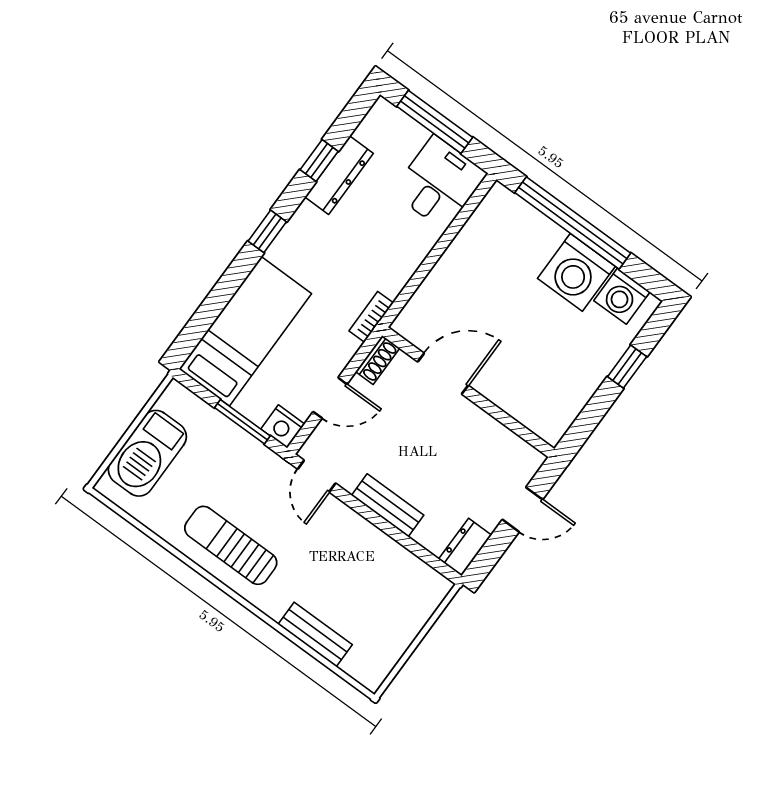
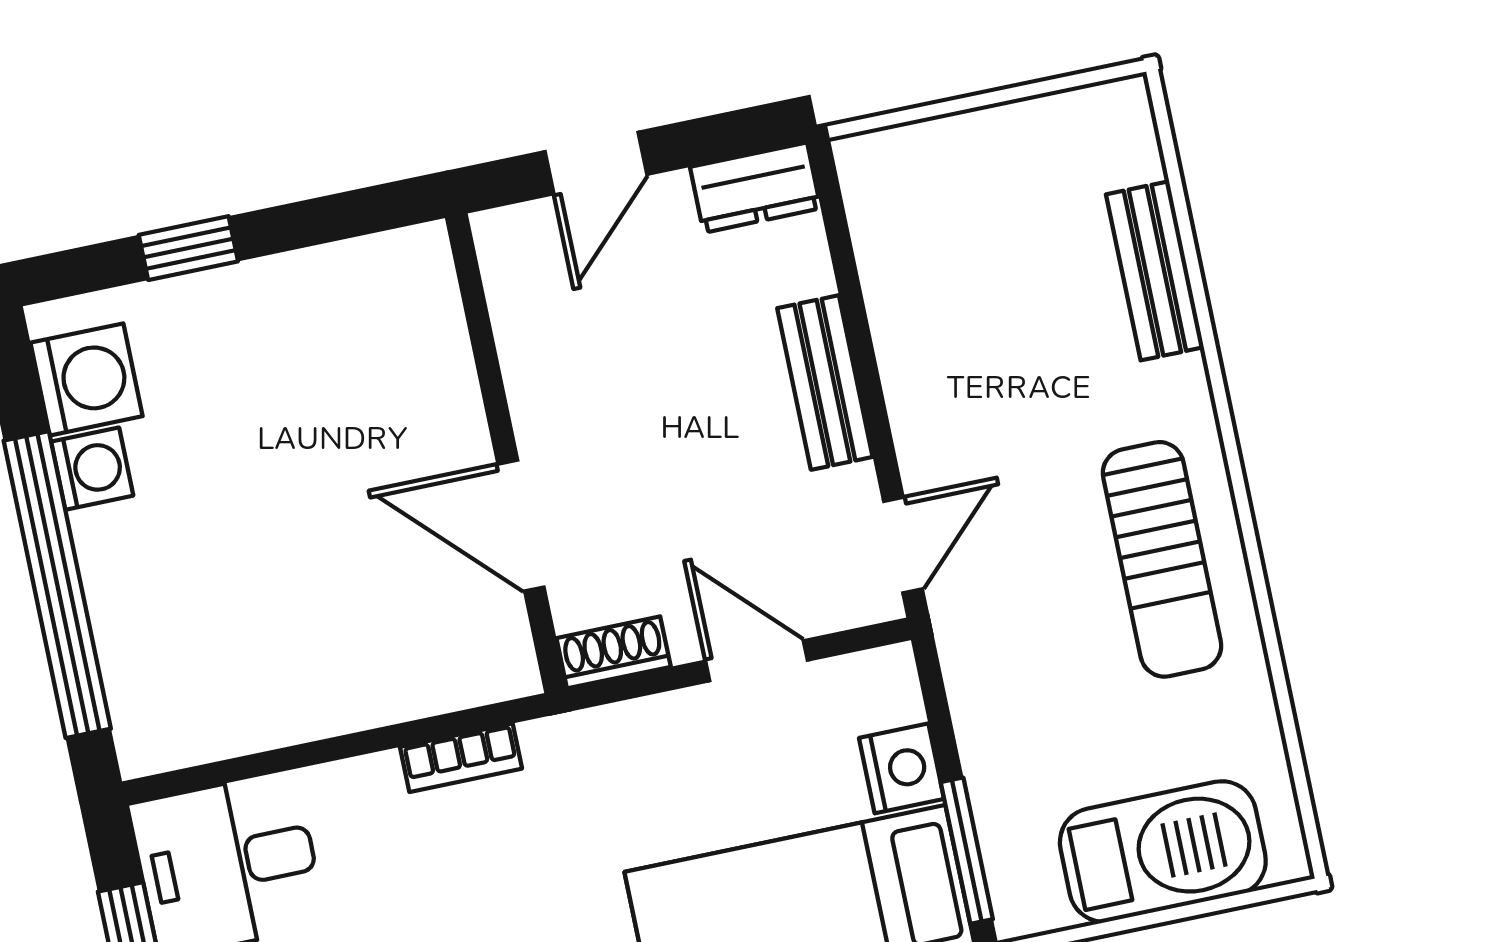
washing machine: (576, 272) -> (92, 469), width x0.53, depth x0.53
bookcase: (371, 317) -> (461, 758), moved
window: (242, 422) -> (967, 851), moved
nightstand: (283, 427) -> (902, 768), moved
door: (522, 510) -> (596, 163), swing flipped

